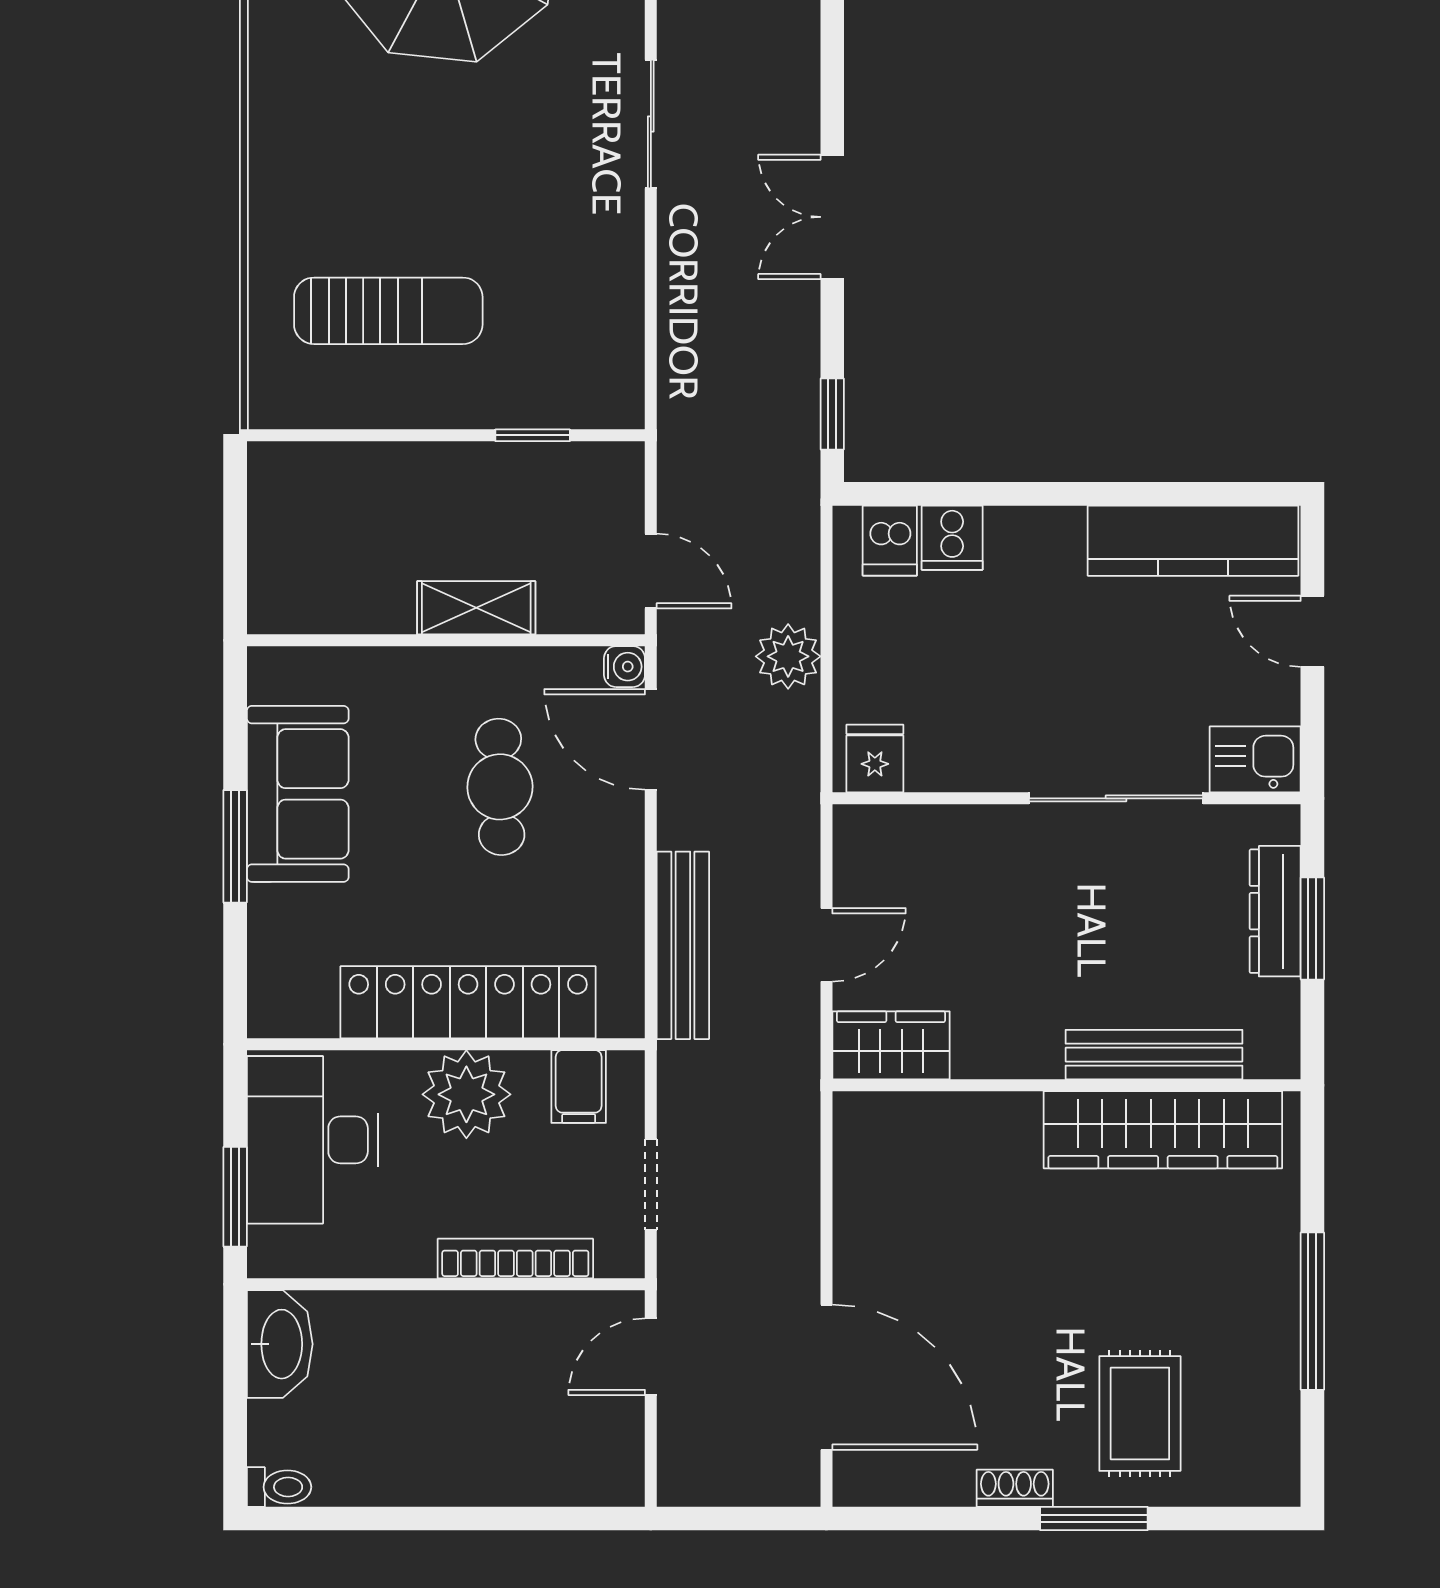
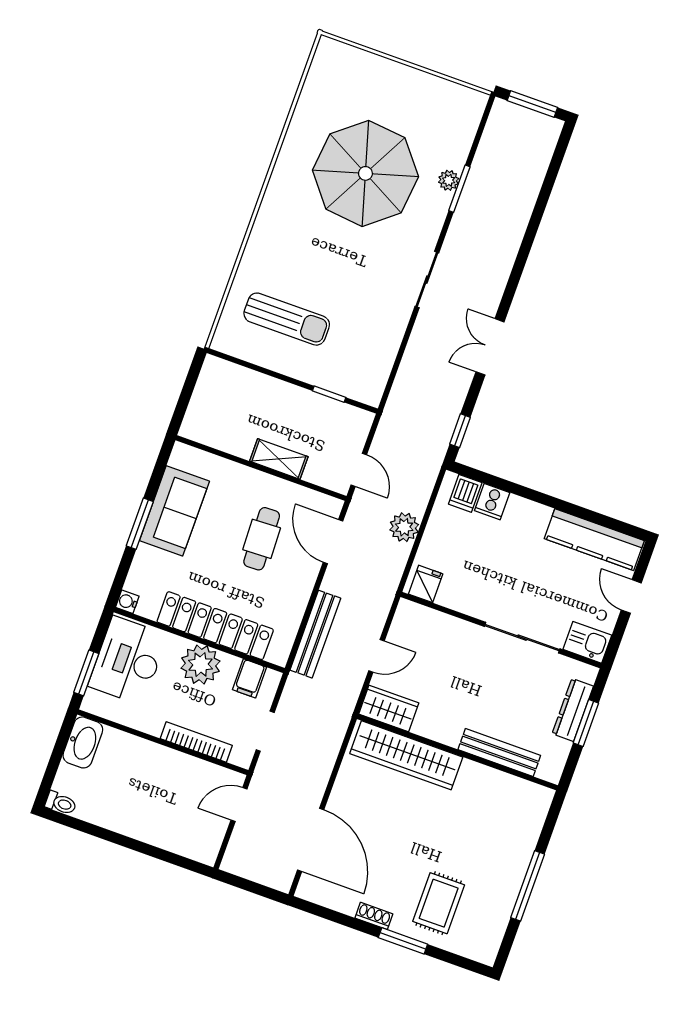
water cooler: (624, 667) -> (127, 602), moved, turned 180
wardrobe: (1163, 1130) -> (406, 755), moved

